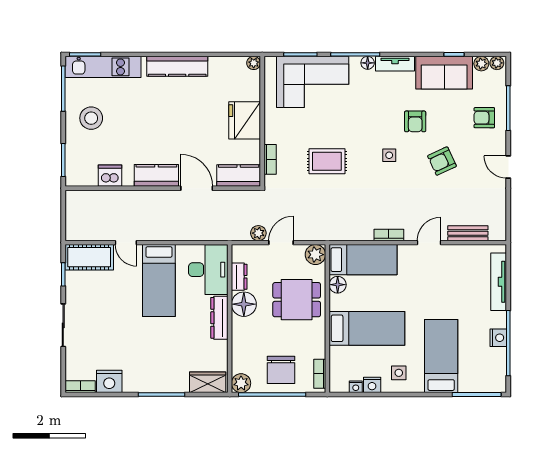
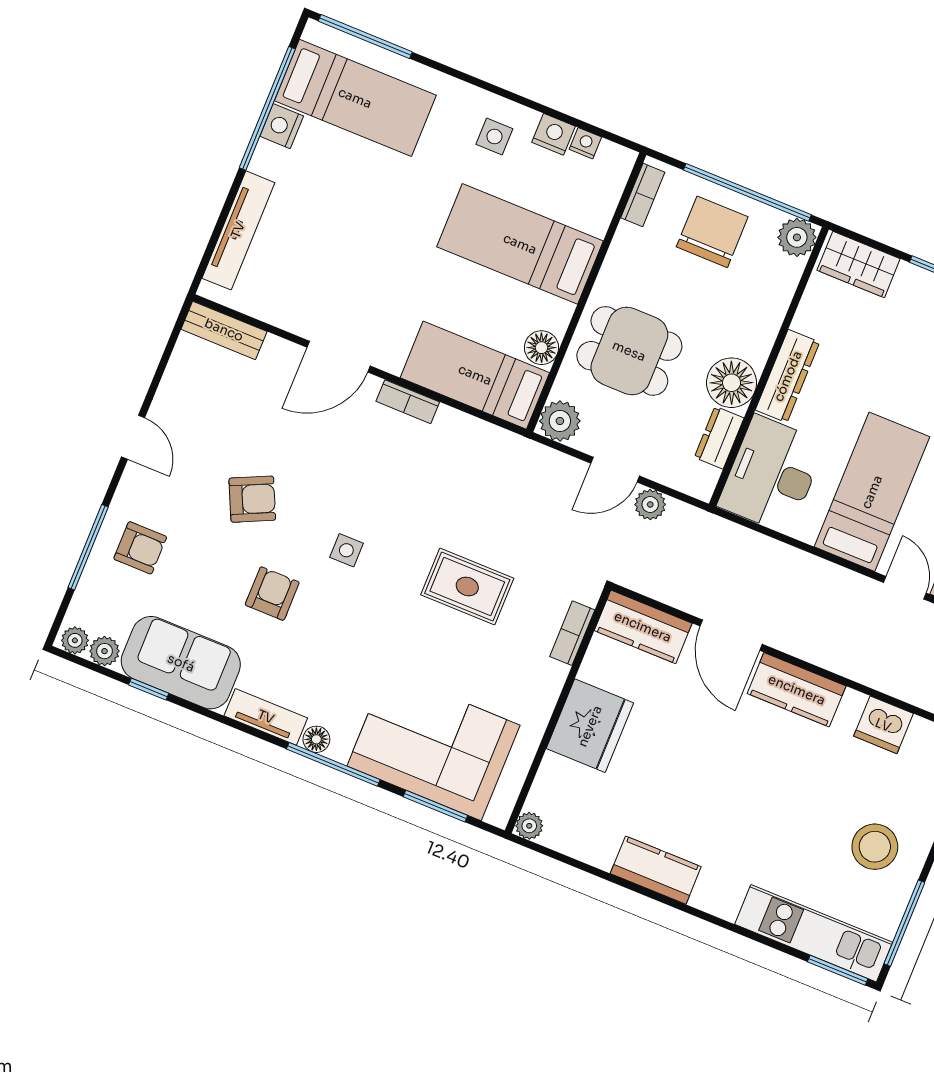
kitchen counter: (177, 66) -> (656, 870), width x0.67
bench: (468, 233) -> (224, 330), moved
door: (429, 243) -> (339, 357), width x1.38
bed: (441, 356) -> (355, 98), moved, turned -90

